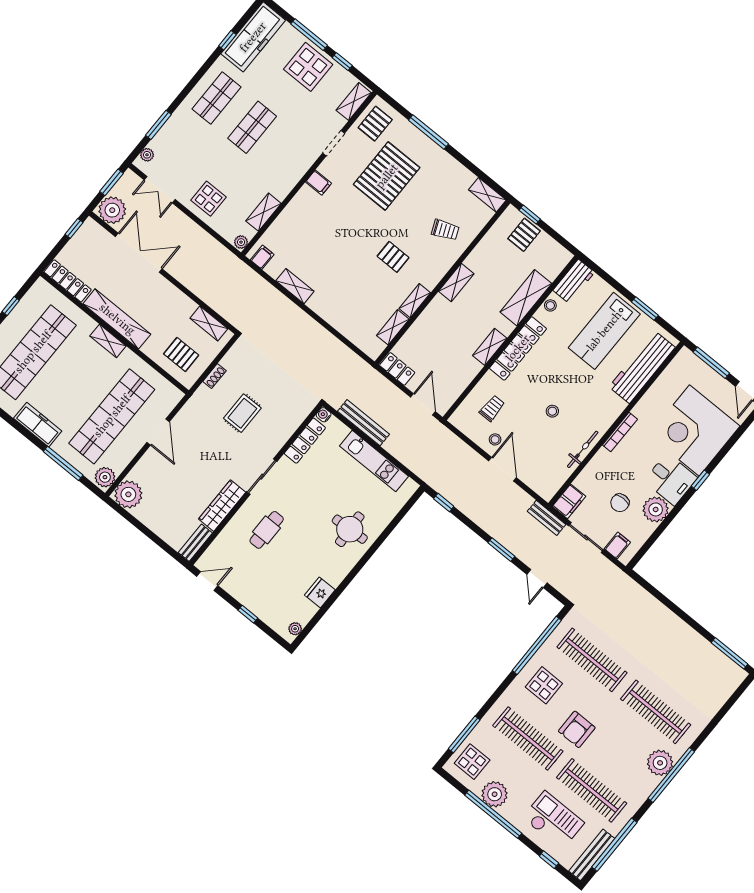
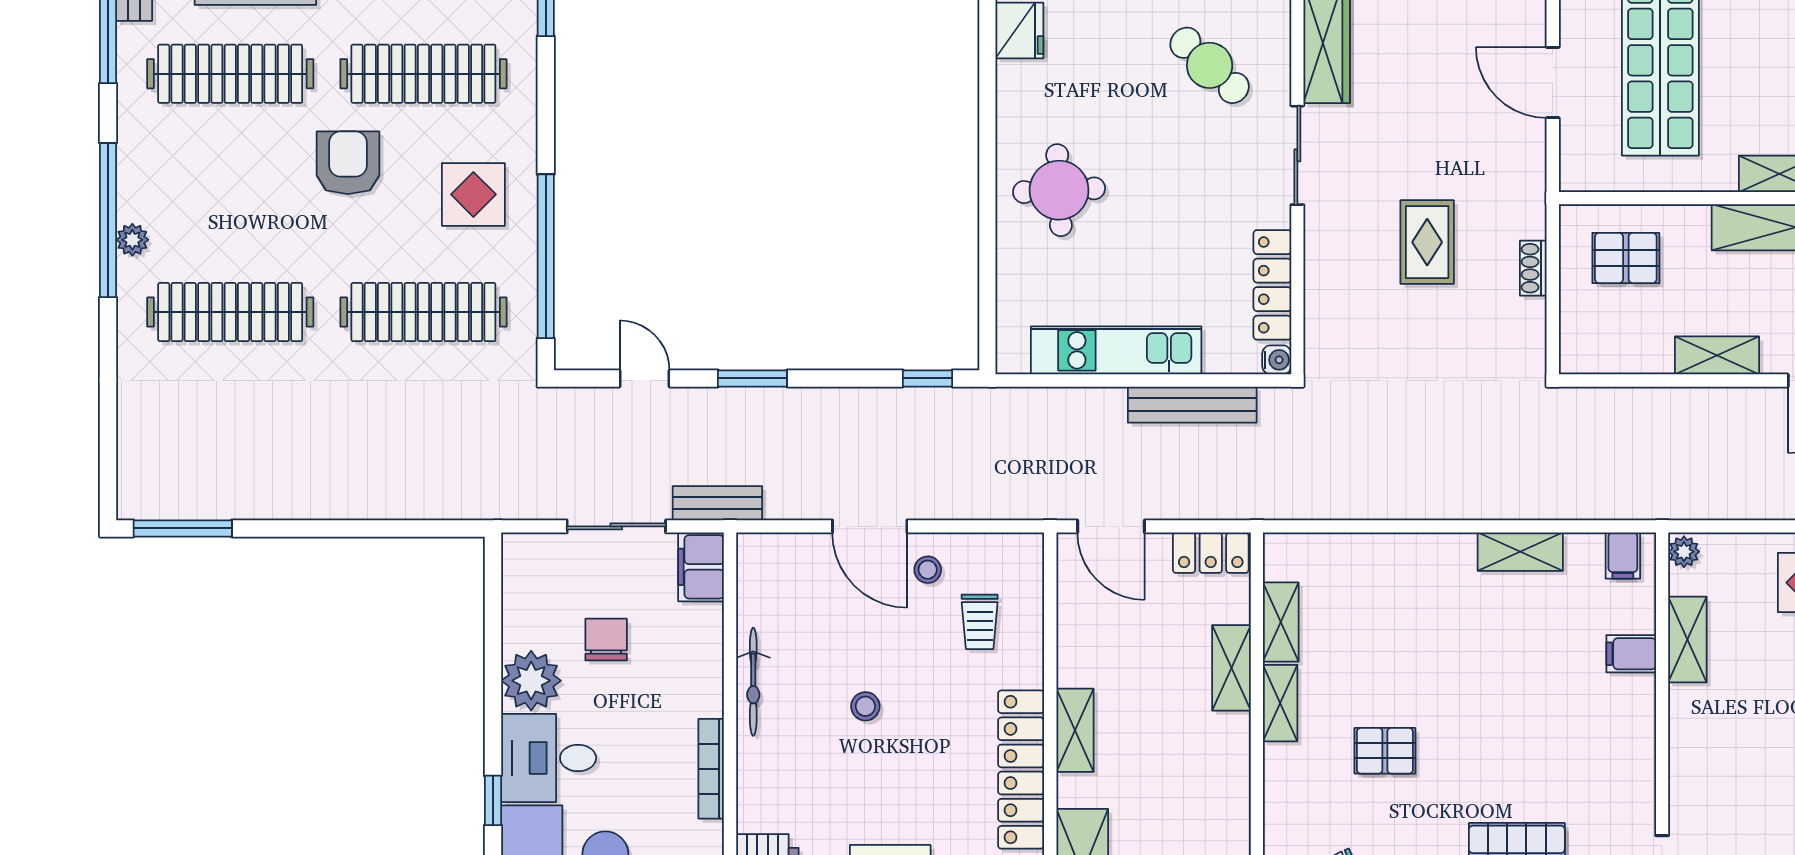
filing cabinet: (318, 183) -> (1631, 654), moved
shelving: (456, 283) -> (1232, 668), moved
shelving: (209, 324) -> (1717, 355), moved
cafe table: (267, 530) -> (1210, 65), turned -47
filing cabinet: (617, 546) -> (547, 558), removed
plant: (660, 763) -> (132, 240), width x0.53, depth x0.53

